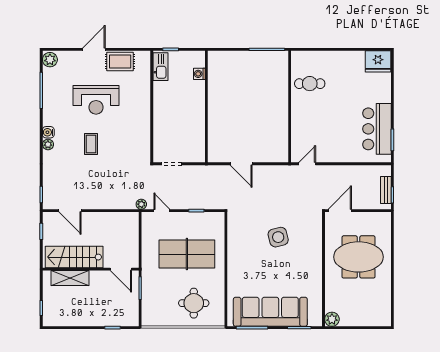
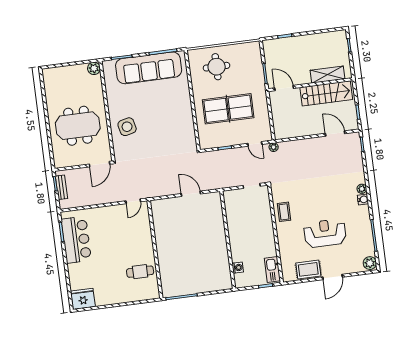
coffee table: (91, 144) -> (284, 212), moved
side table: (278, 237) -> (127, 127), moved

